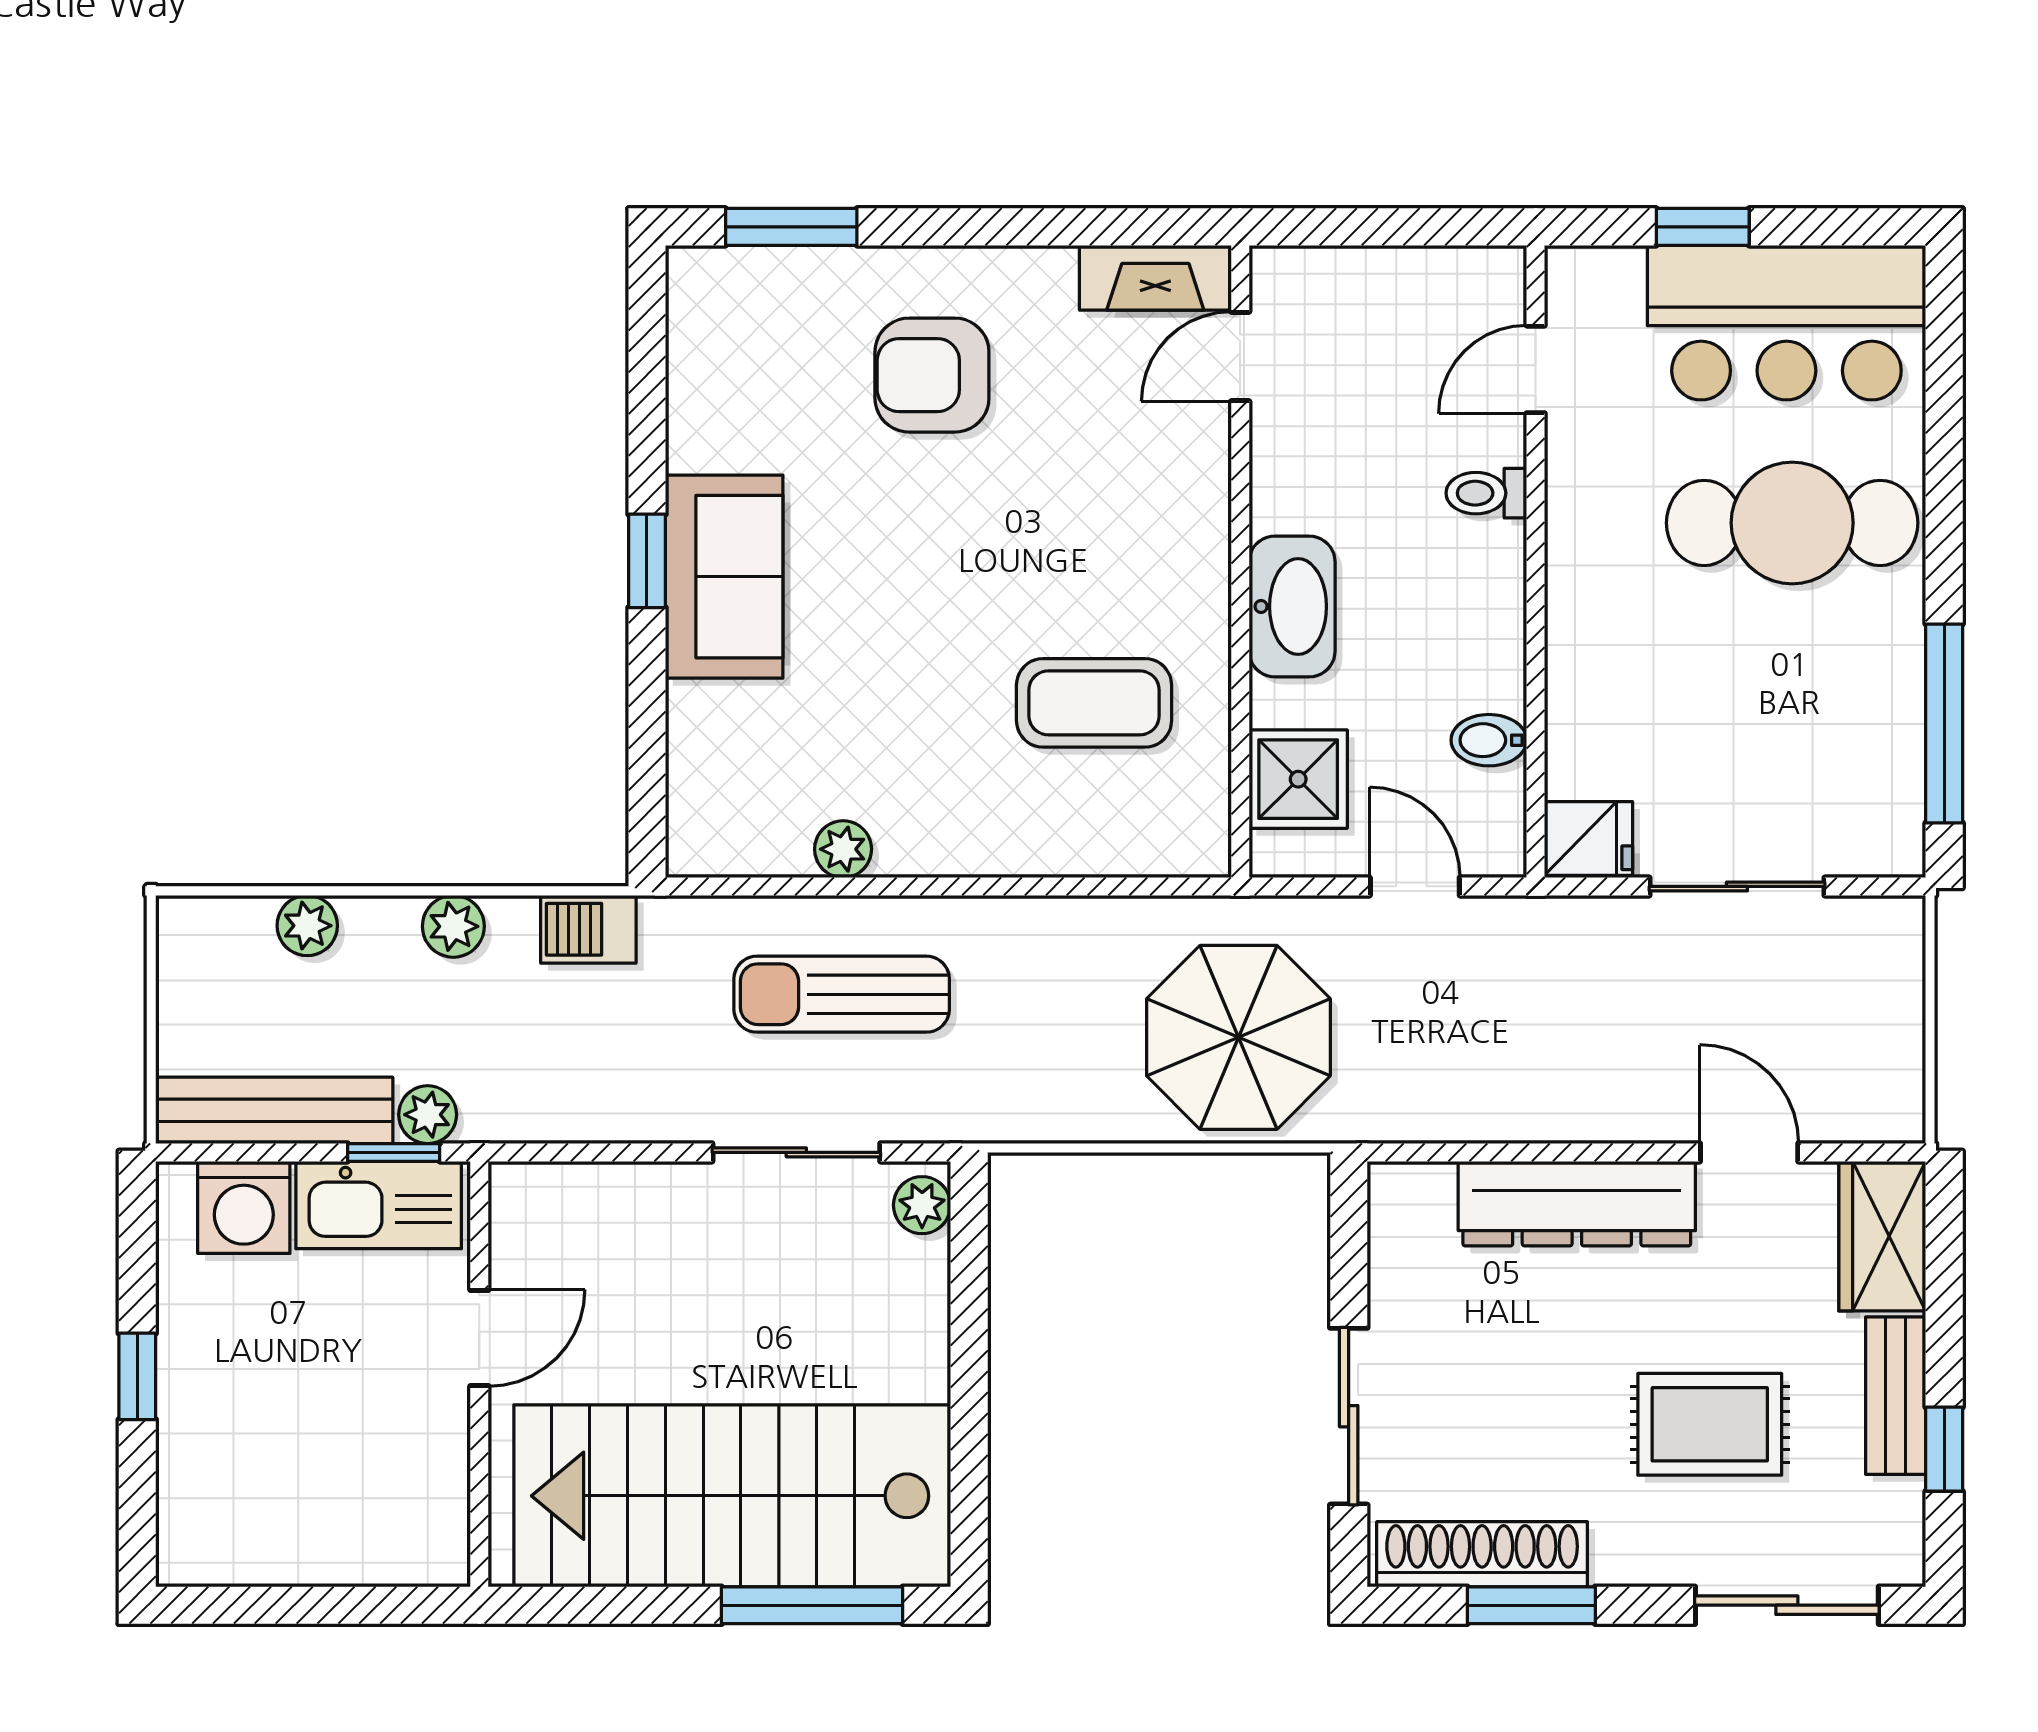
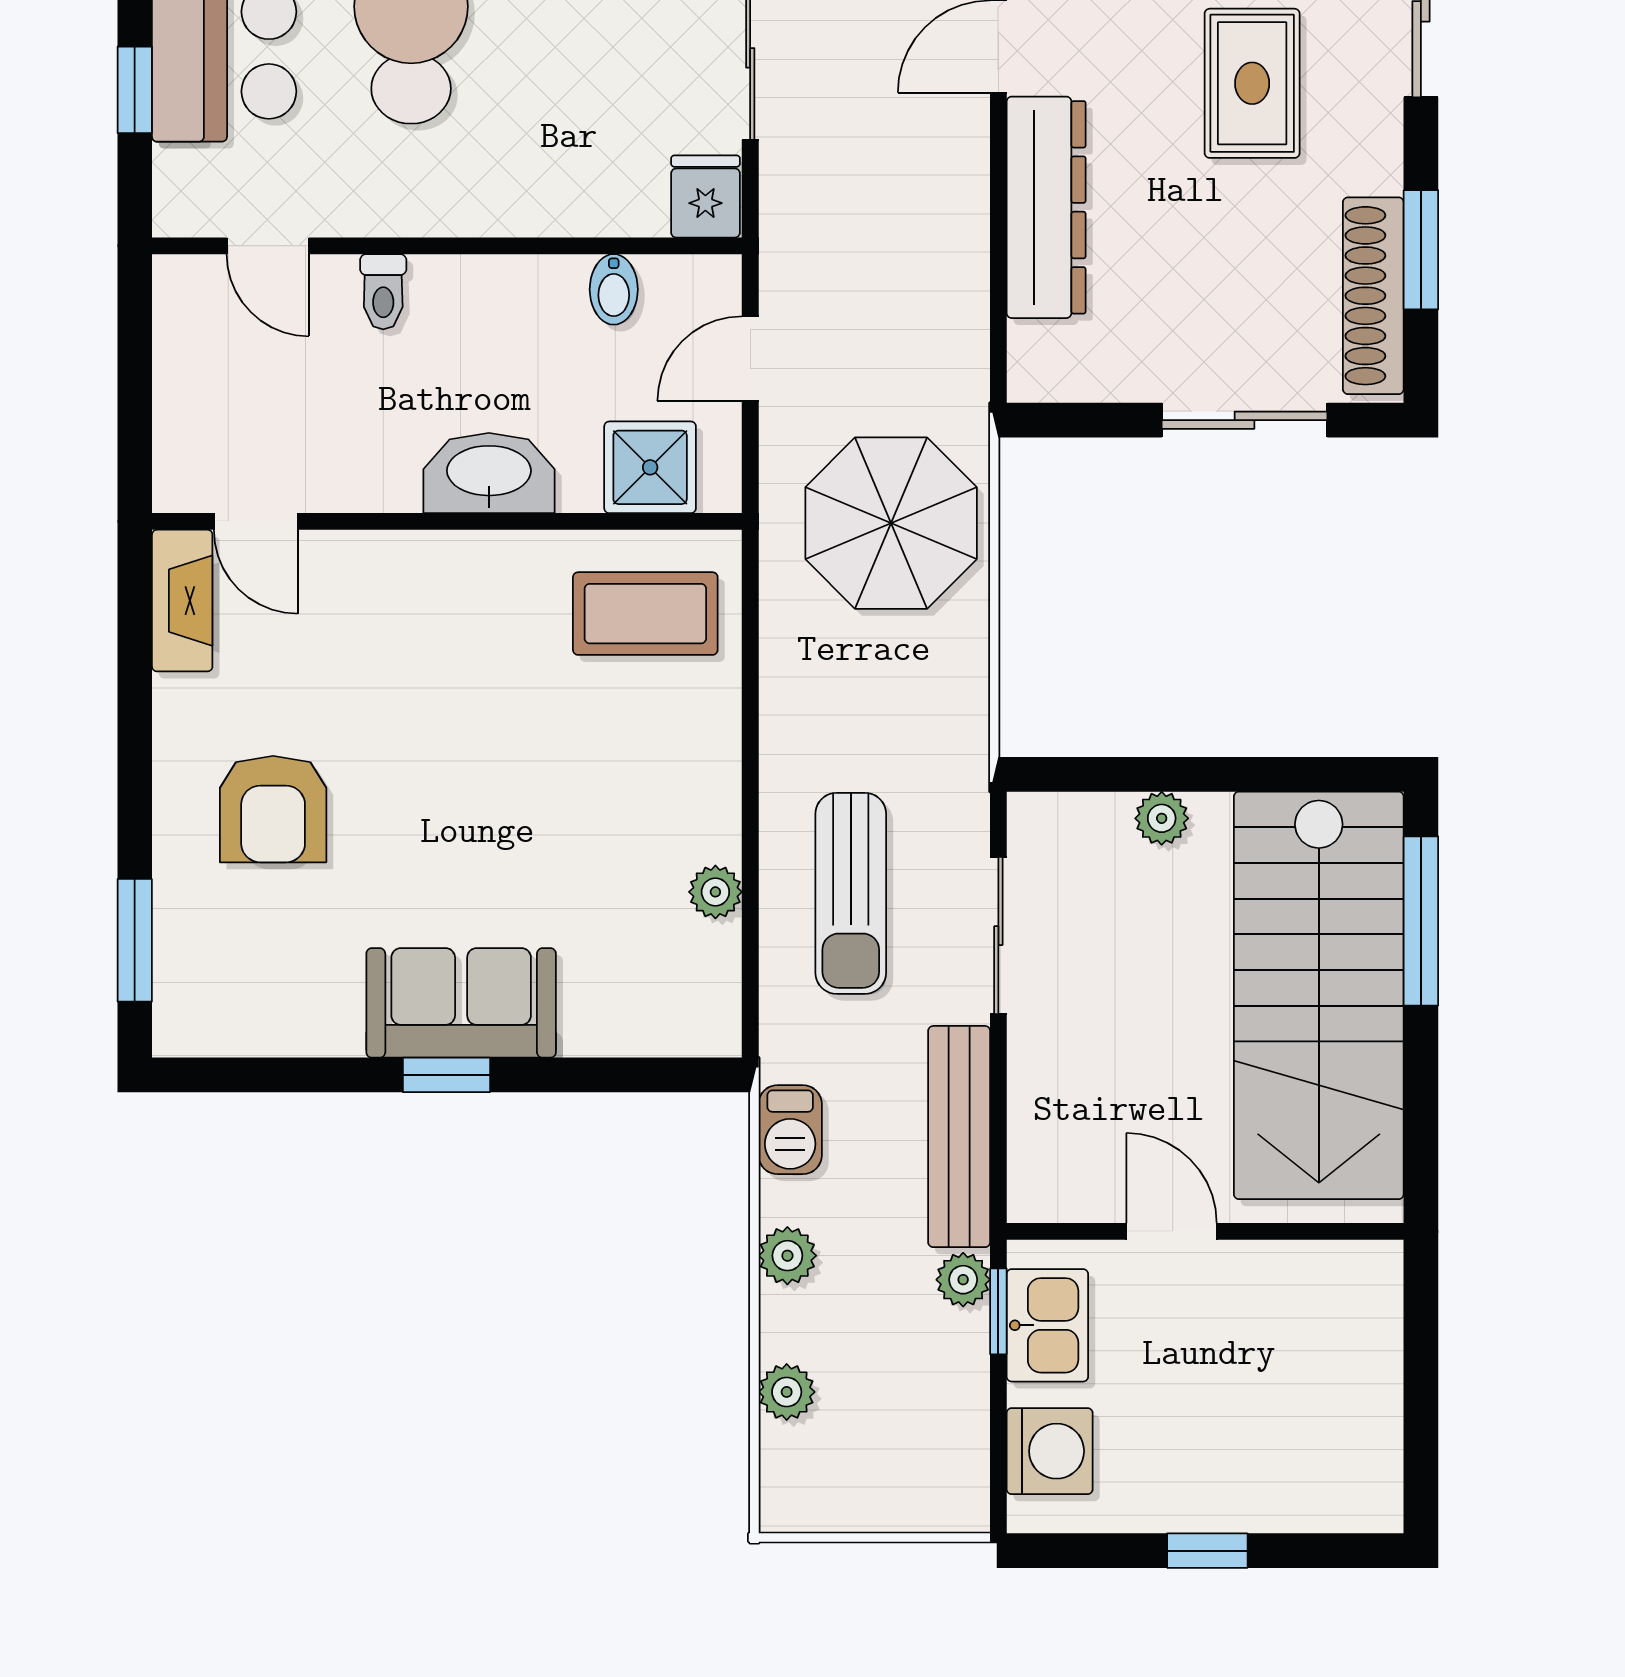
coffee table: (1094, 703) -> (645, 614), moved, turned 90
bench: (274, 1110) -> (959, 1137), moved
kitchen sink: (379, 1205) -> (1047, 1325), width x0.73
plant: (922, 1205) -> (1162, 818), moved

